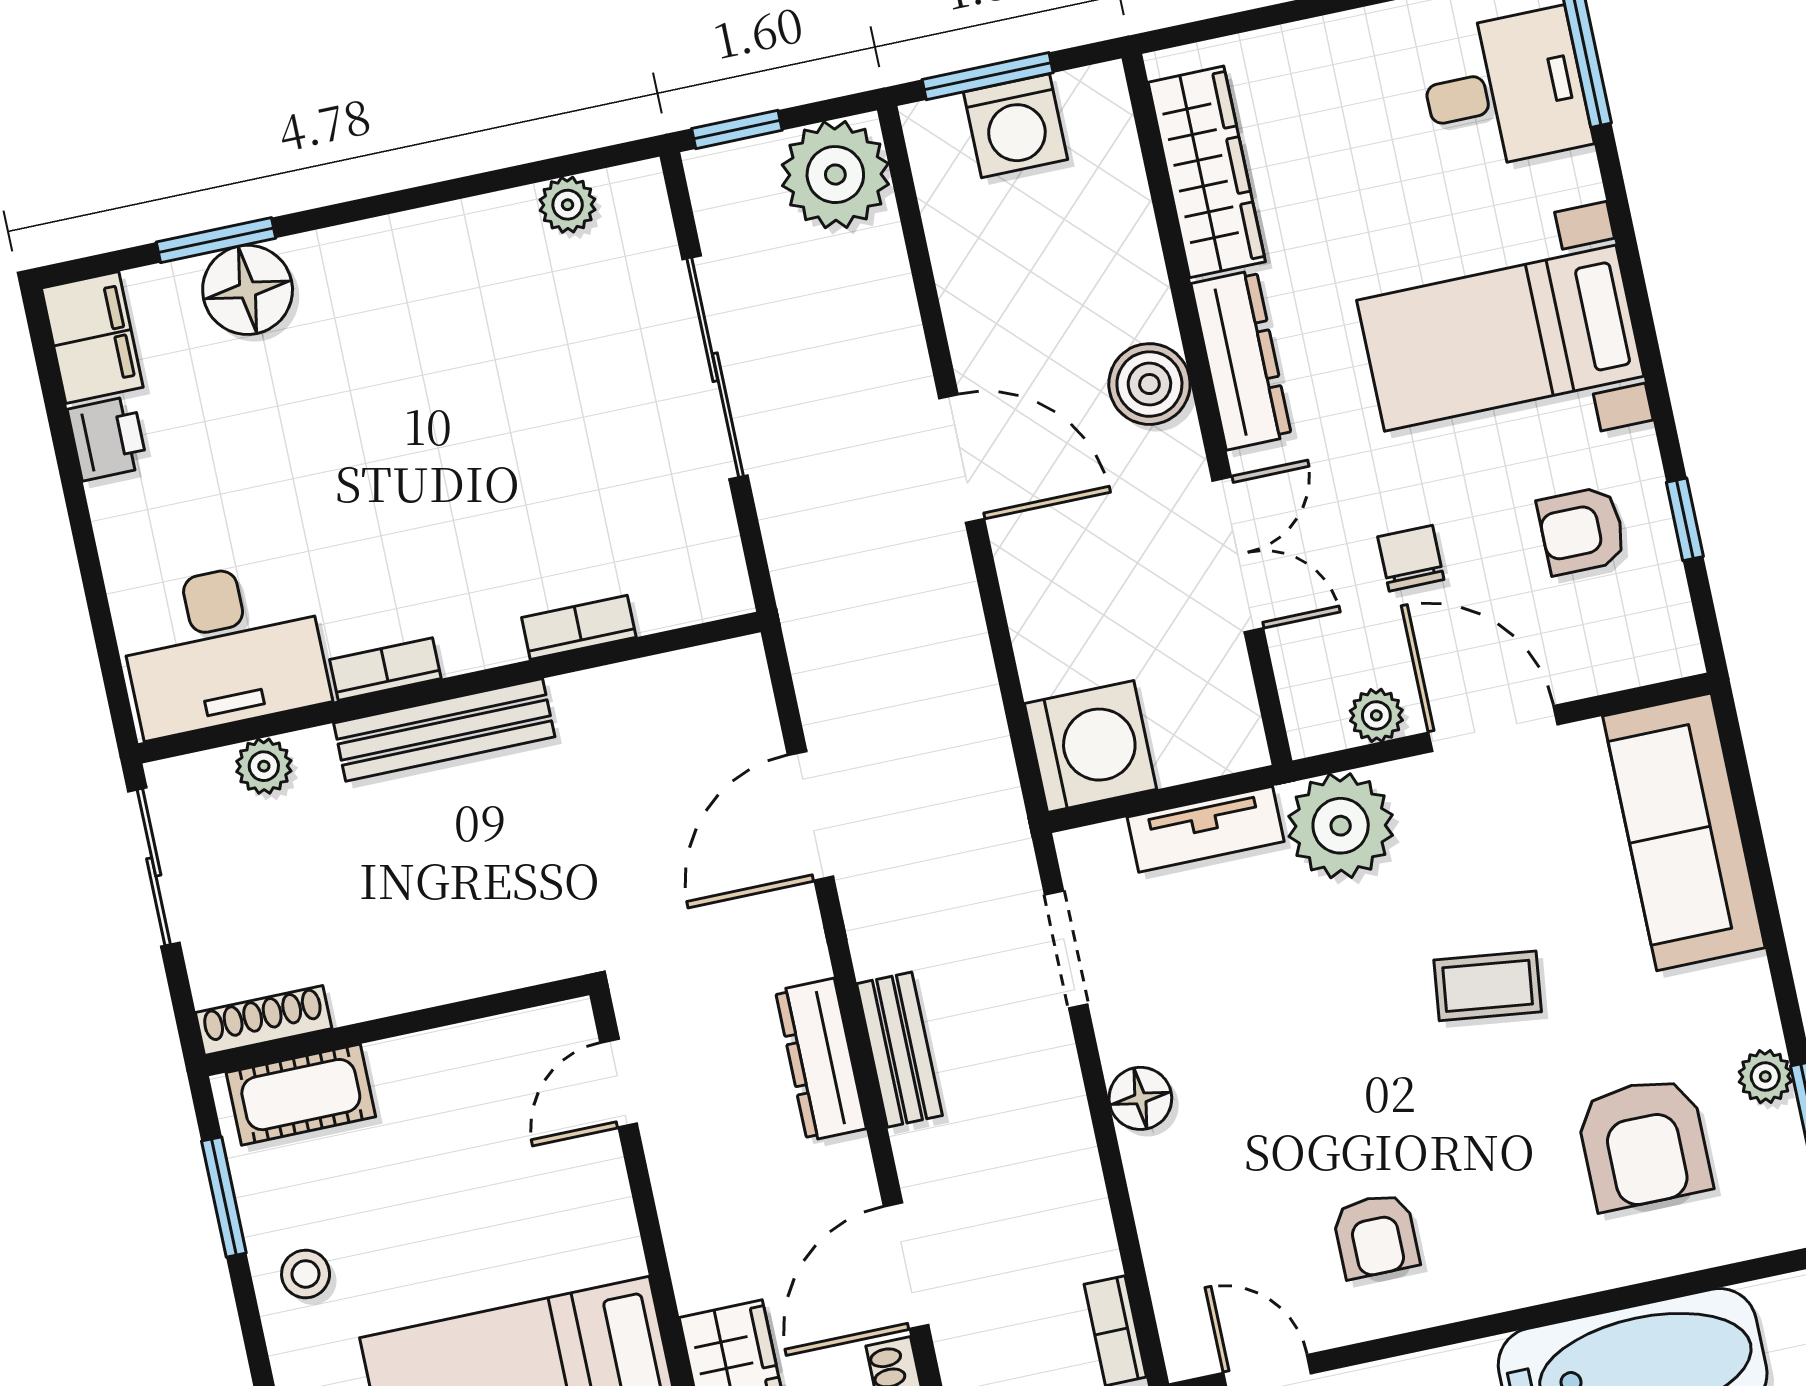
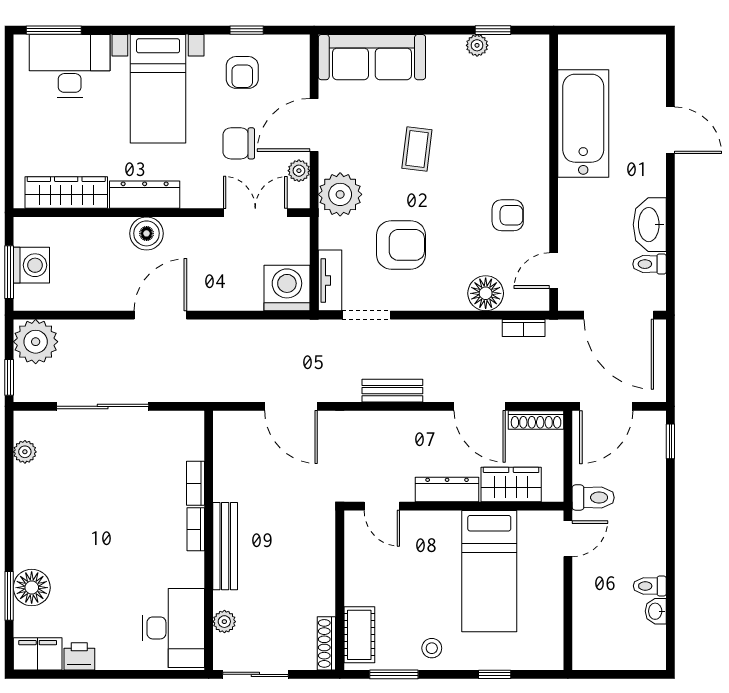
desk: (1504, 90) -> (70, 66), width x1.37
double door: (1238, 554) -> (255, 213), moved
chair: (1411, 558) -> (239, 143), width x1.37, depth x1.37
bookcase: (385, 669) -> (196, 529), moved
tv unit: (1206, 829) -> (330, 280), moved
dresser: (821, 1060) -> (447, 490), moved, turned 180
floor lamp: (1140, 1098) -> (486, 293), moved, width x1.38, depth x1.38
armchair: (1644, 1143) -> (401, 245), moved

